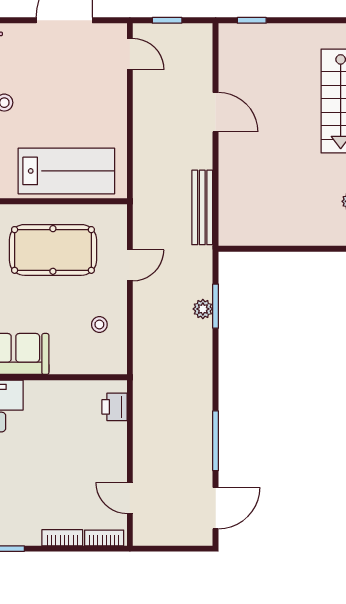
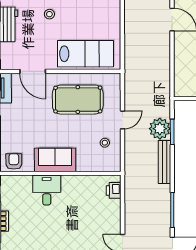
bench: (202, 207) -> (164, 162), moved
door: (130, 265) -> (122, 120), moved
plant: (203, 309) -> (160, 129), width x1.87, depth x1.87

